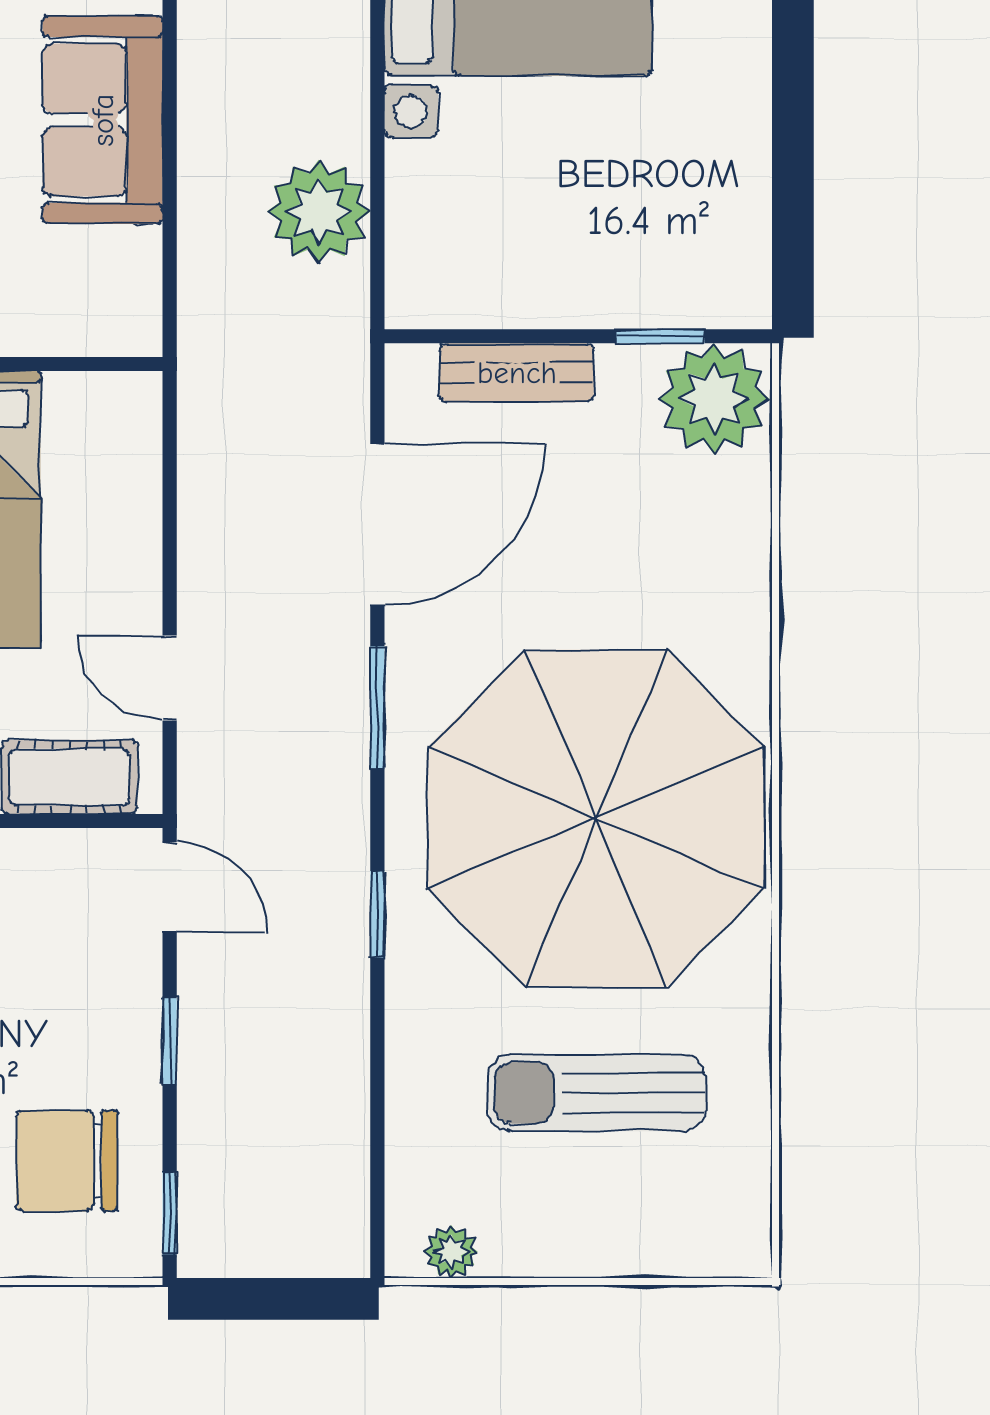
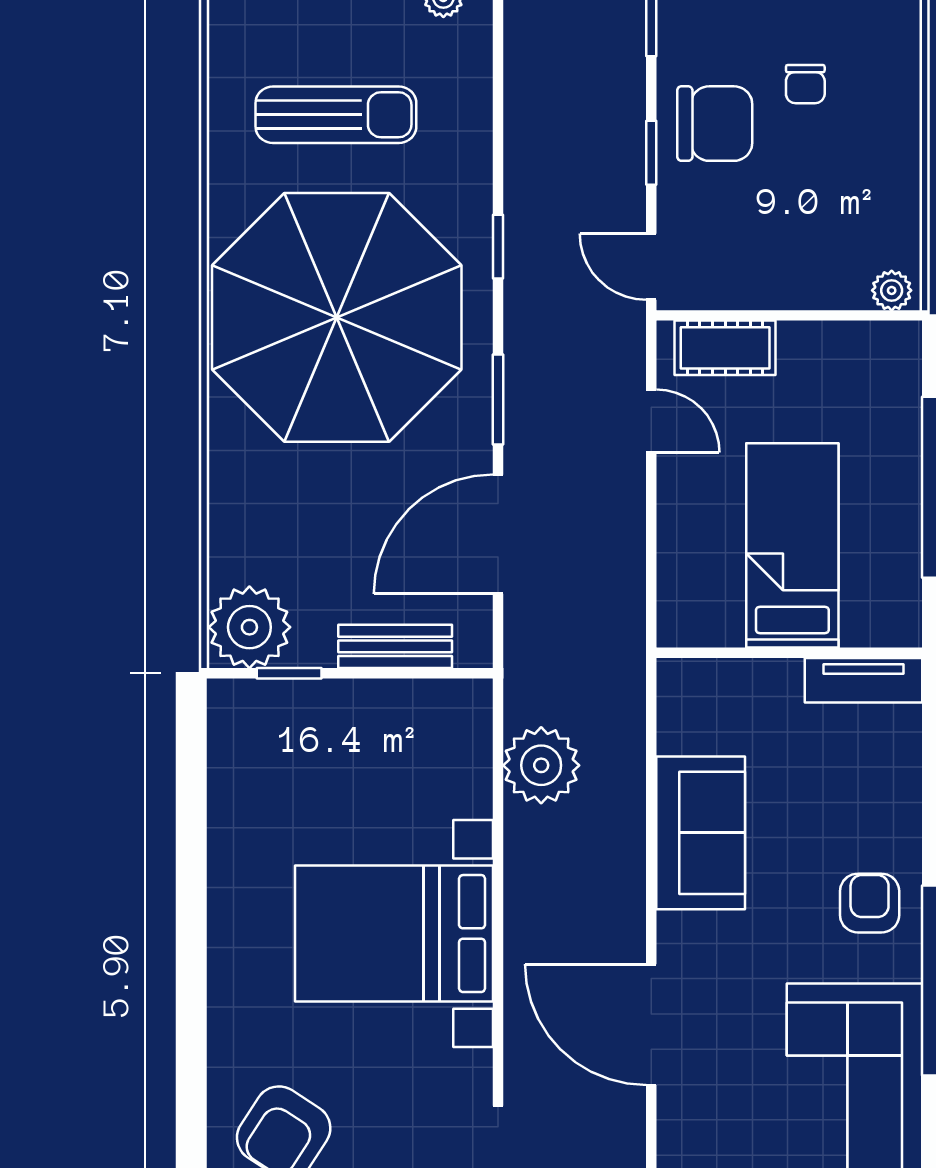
chair: (67, 1161) -> (715, 124), moved

